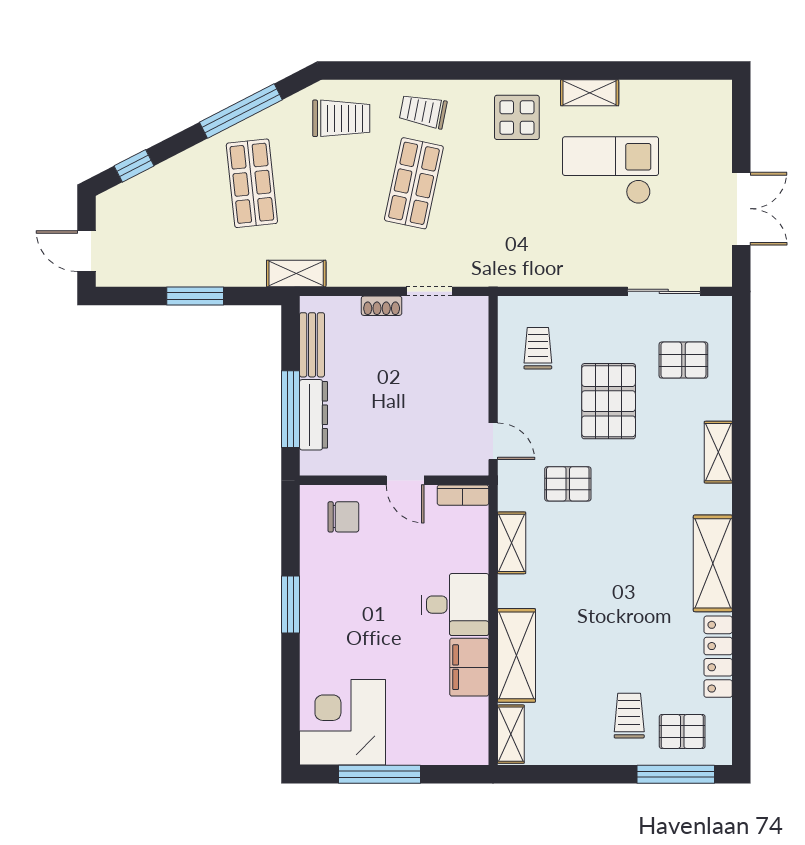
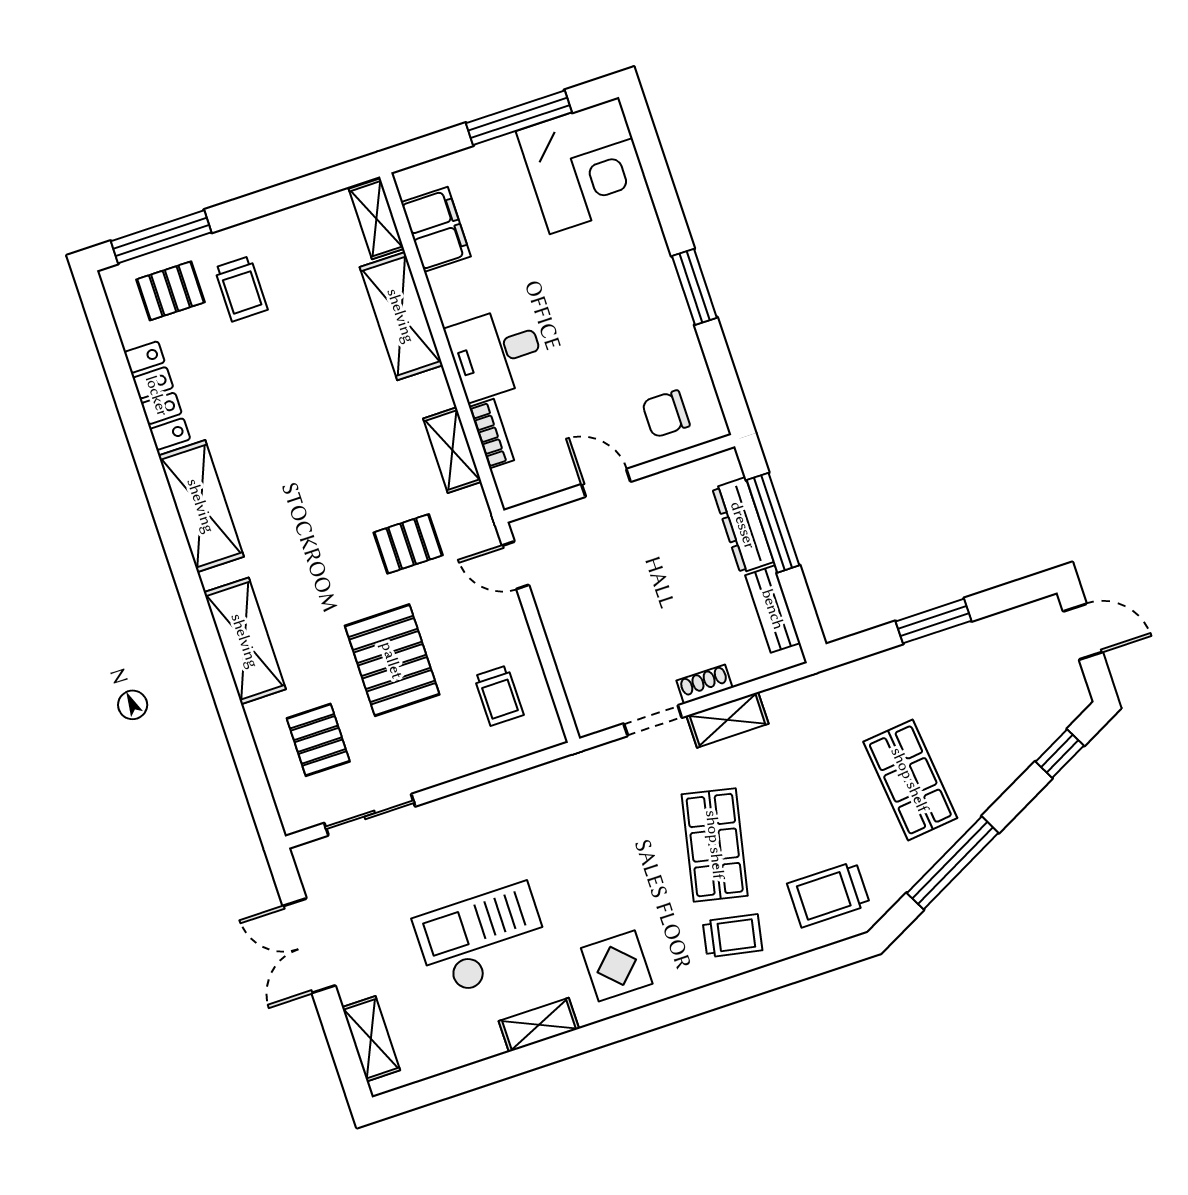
shelving: (718, 124) -> (371, 1039), added
checkout: (611, 170) -> (483, 940), turned 180
shelving: (296, 274) -> (727, 720), moved
pallet: (683, 360) -> (318, 740), turned 90
shelving: (718, 452) -> (245, 641), width x1.50, depth x1.33
bookcase: (463, 495) -> (492, 434), moved, turned 90
filing cabinet: (469, 667) -> (436, 229), moved

